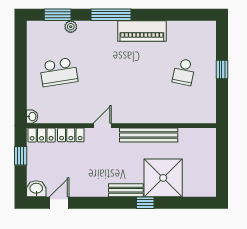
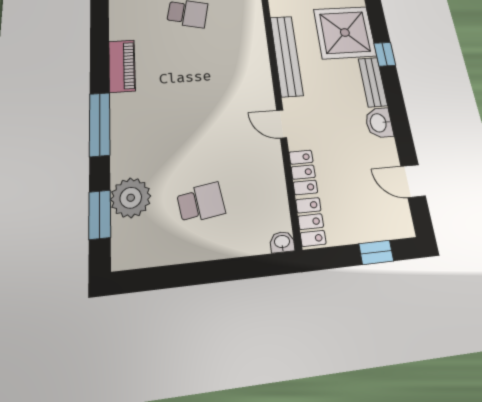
plant: (71, 27) -> (131, 198), width x1.87, depth x1.87
piano: (142, 31) -> (122, 66), width x0.73, depth x0.75
school desk: (59, 72) -> (201, 203), width x0.54
window: (21, 156) -> (376, 252), moved
washbasin: (36, 189) -> (379, 123), moved

